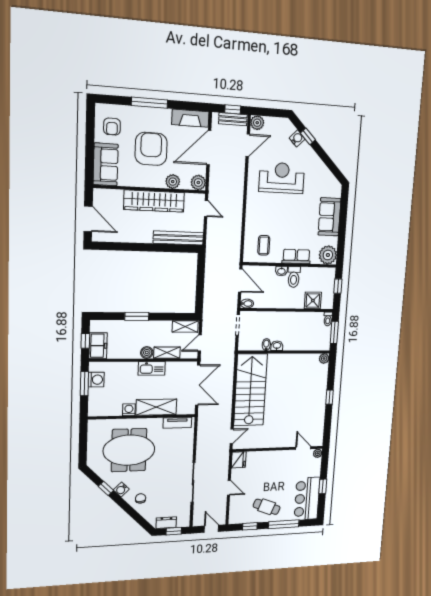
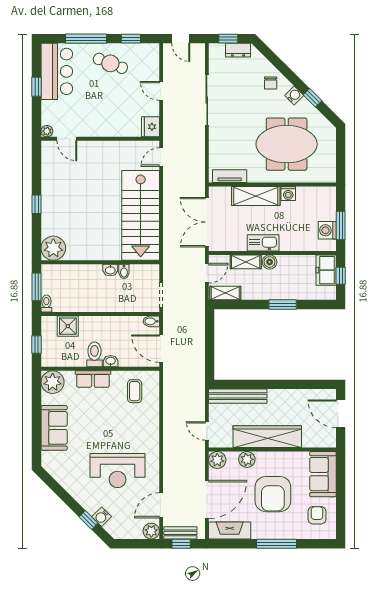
plant: (324, 358) -> (53, 248), width x1.87, depth x1.87

